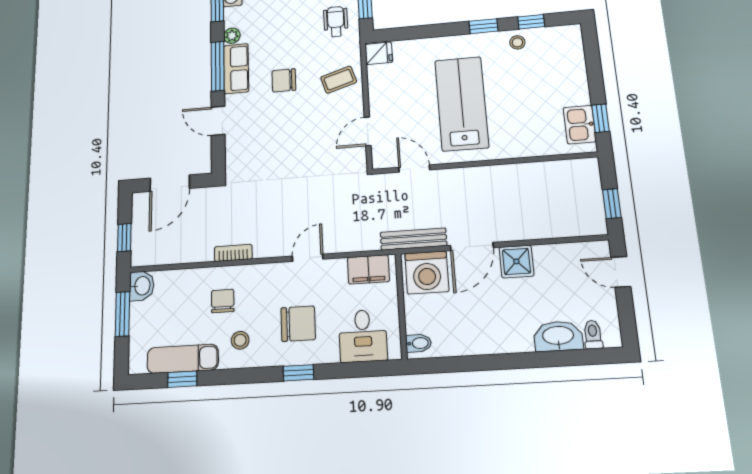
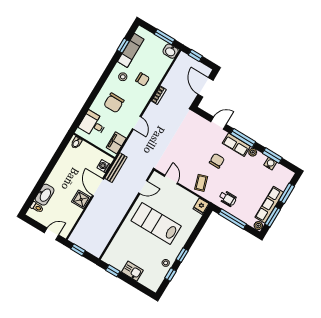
lab bench: (462, 104) -> (156, 223), turned 180
kitchen sink: (580, 125) -> (132, 271), moved
washing machine: (427, 272) -> (104, 166), width x0.53, depth x0.53
window: (298, 373) -> (96, 91), removed

